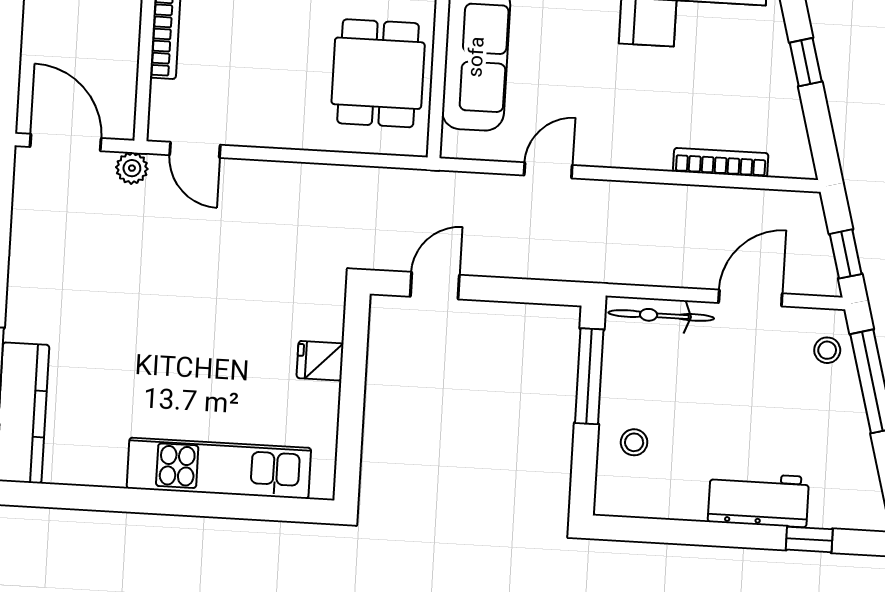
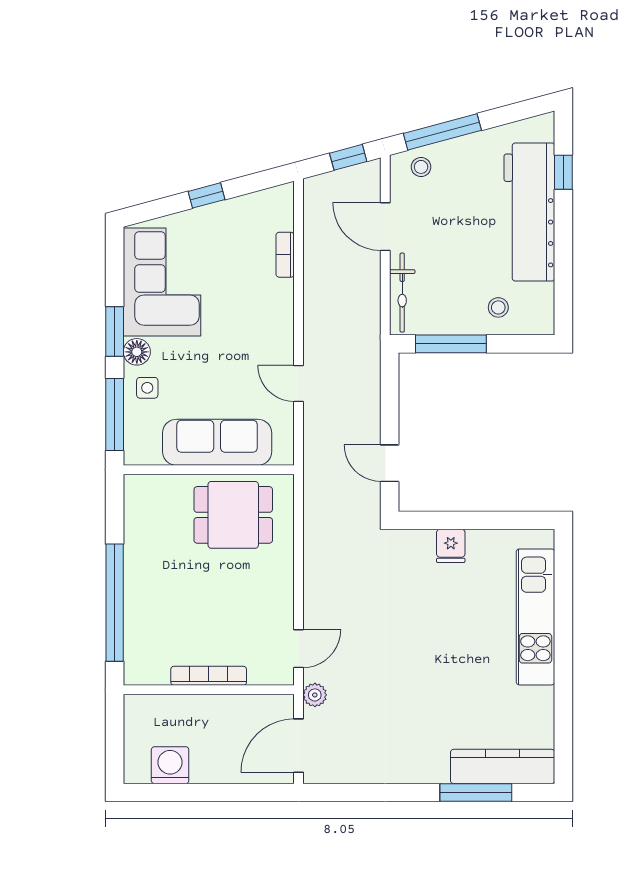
bookcase: (721, 162) -> (285, 255), width x0.64
workbench: (758, 499) -> (529, 212), width x1.87, depth x1.32

